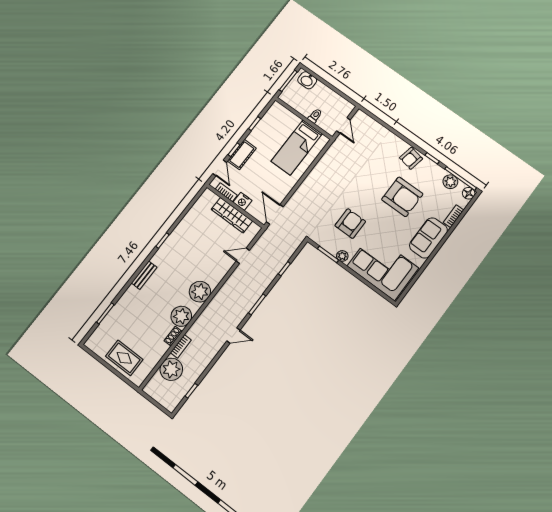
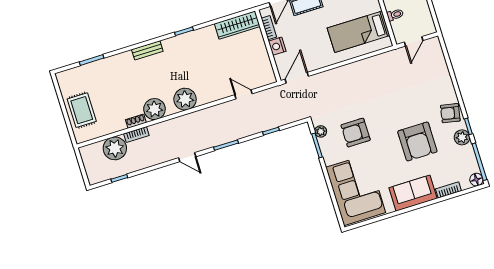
plant: (450, 182) -> (462, 137), moved
wardrobe: (232, 215) -> (237, 25), moved, turned -90
armchair: (350, 224) -> (356, 133), turned 180
plant: (342, 256) -> (321, 131), moved

